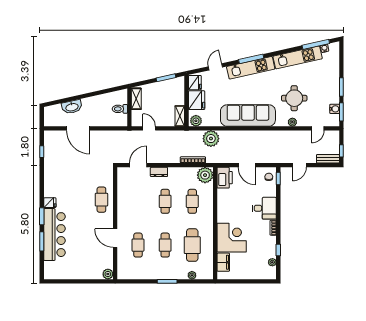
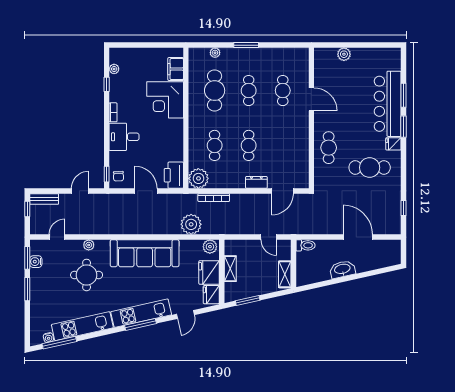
washbasin: (72, 107) -> (342, 269), moved
toilet: (120, 109) -> (305, 245), moved
shelving: (180, 116) -> (230, 269), moved
cafe table: (69, 184) -> (370, 168), added
plant: (108, 274) -> (344, 54), moved

